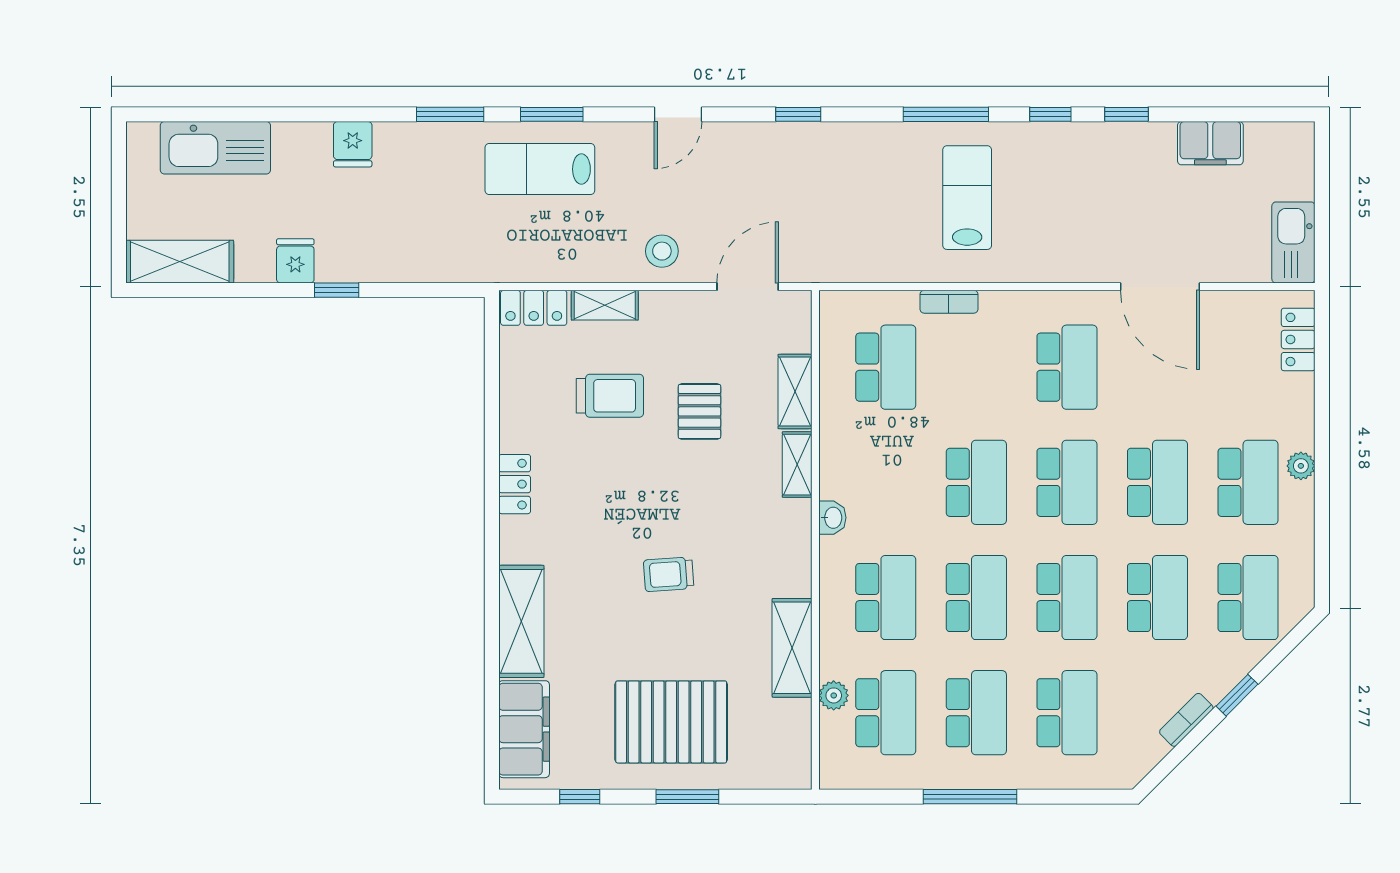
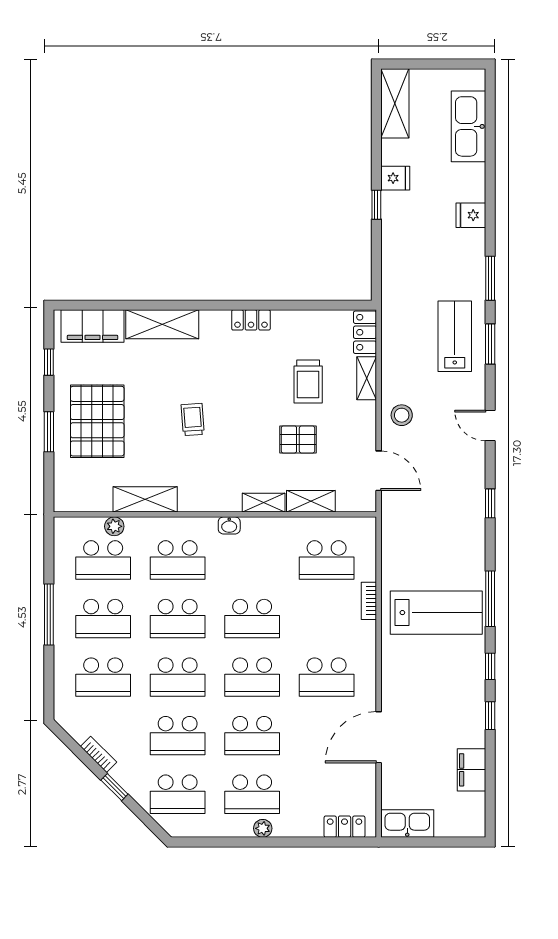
lab bench: (967, 198) -> (436, 613), width x1.36, depth x1.39

